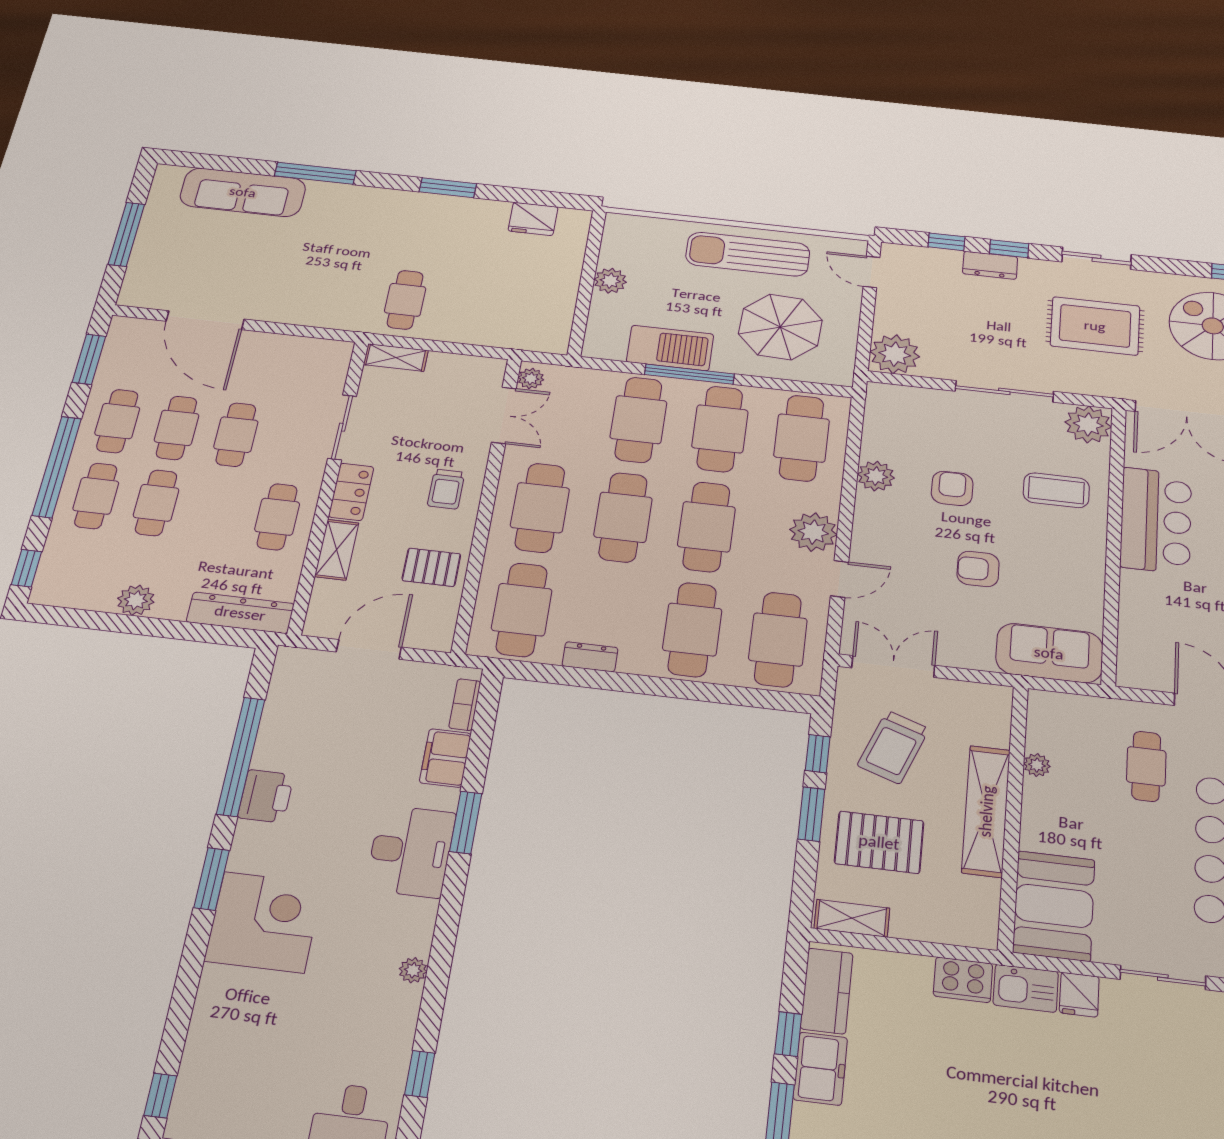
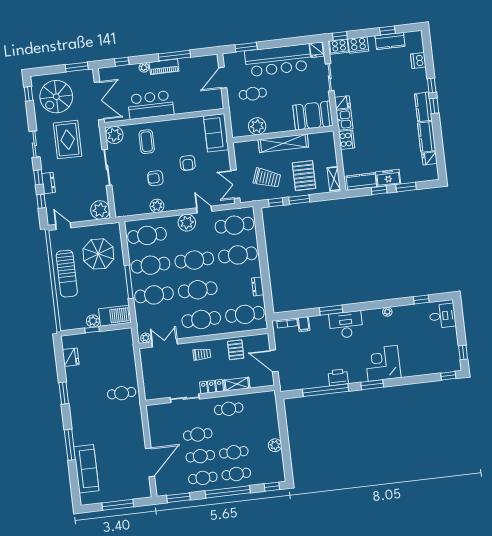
door: (872, 272) -> (63, 226), swing flipped
window: (588, 275) -> (92, 330), added
barbecue: (670, 348) -> (115, 316), moved, turned 90
shelving: (396, 357) -> (149, 389), removed
dresser: (240, 613) -> (271, 409), removed
filing cabinet: (445, 758) -> (304, 324), width x0.50
plant: (1037, 765) -> (257, 126), width x1.87, depth x1.87

